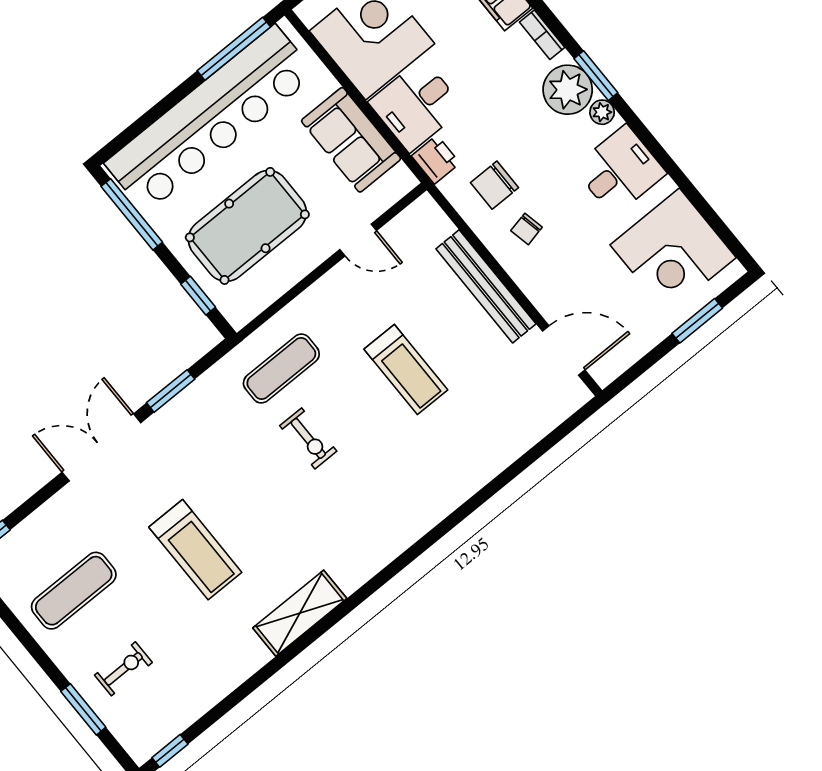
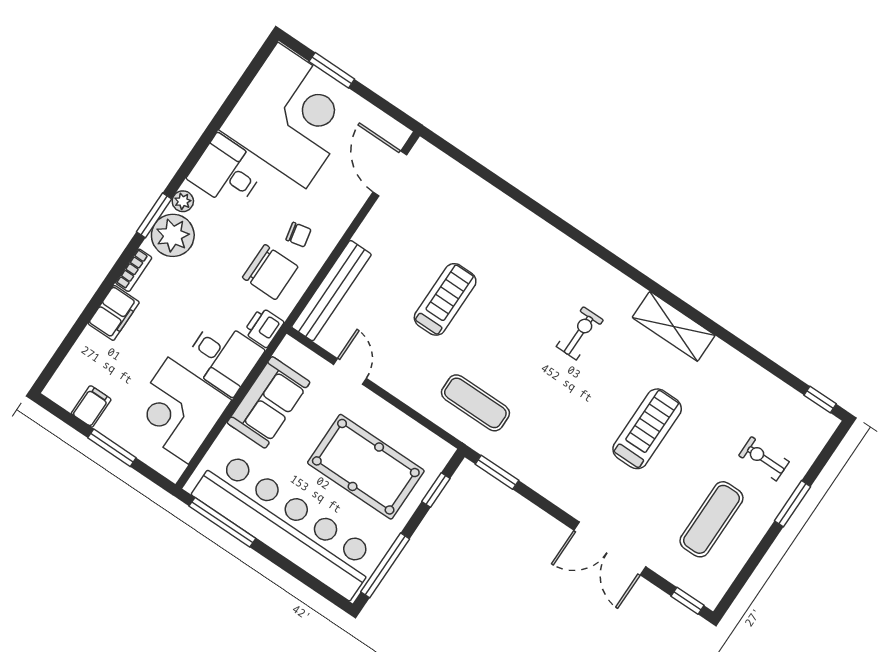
chair: (495, 185) -> (270, 272), width x1.37, depth x1.37
corner desk: (673, 251) -> (292, 115), width x1.36, depth x1.36
bench: (486, 286) -> (331, 291), moved
window: (171, 391) -> (497, 472), moved
exercise bike: (308, 438) -> (580, 333), moved
double door: (101, 447) -> (610, 548), moved
exercise mat: (74, 591) -> (711, 519), turned 90
window: (83, 709) -> (793, 504), moved

